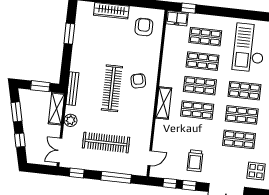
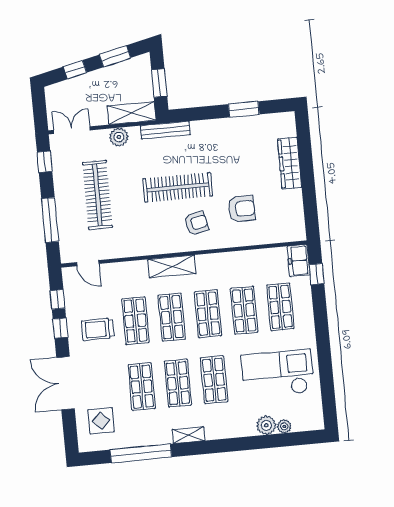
armchair: (144, 27) -> (242, 209), moved
shop shelf: (194, 135) -> (135, 321), added

